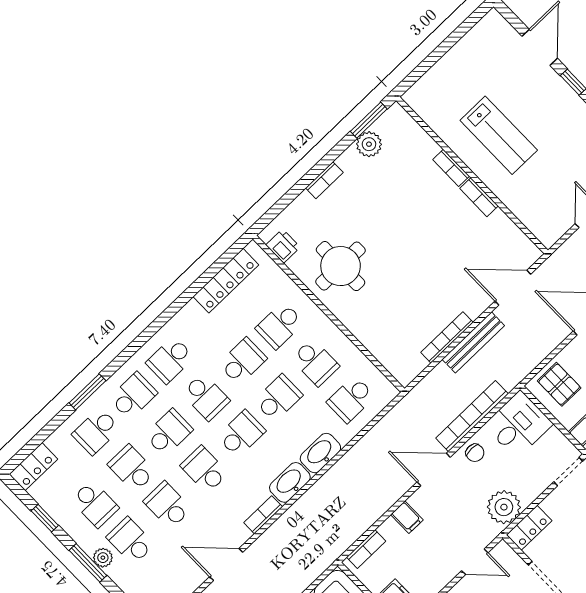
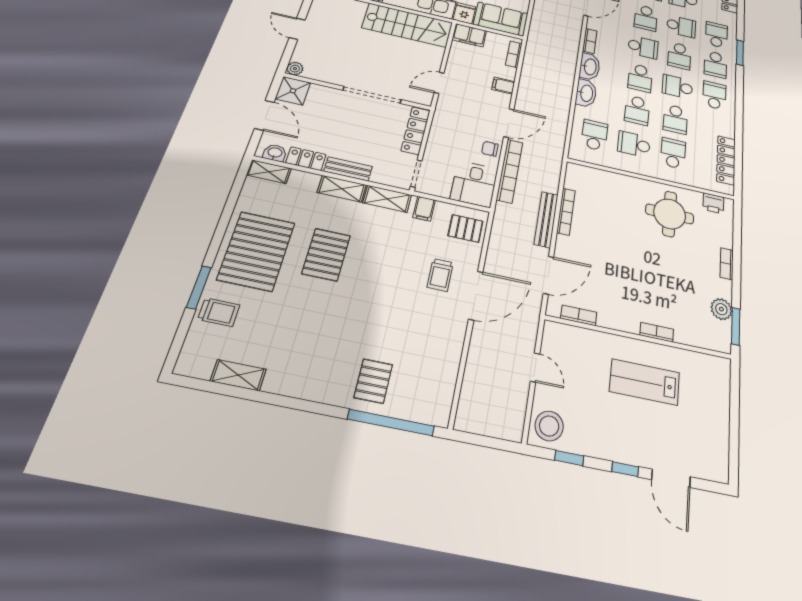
bookcase: (479, 197) -> (579, 315), moved
school desk: (167, 505) -> (646, 18), turned 90
plant: (504, 507) -> (445, 126), removed
locker: (529, 528) -> (416, 131), width x1.53

